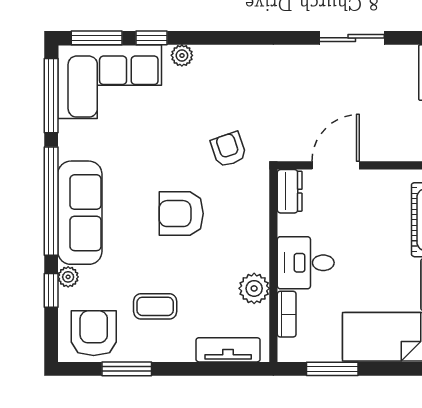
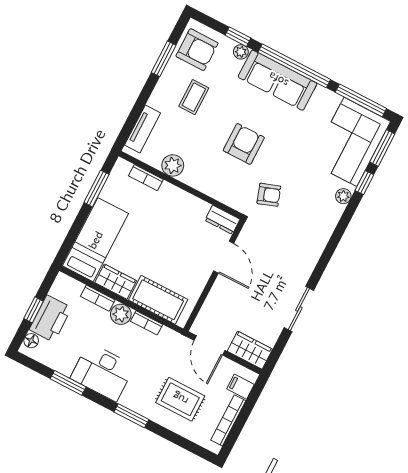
desk: (306, 263) -> (172, 206), removed

